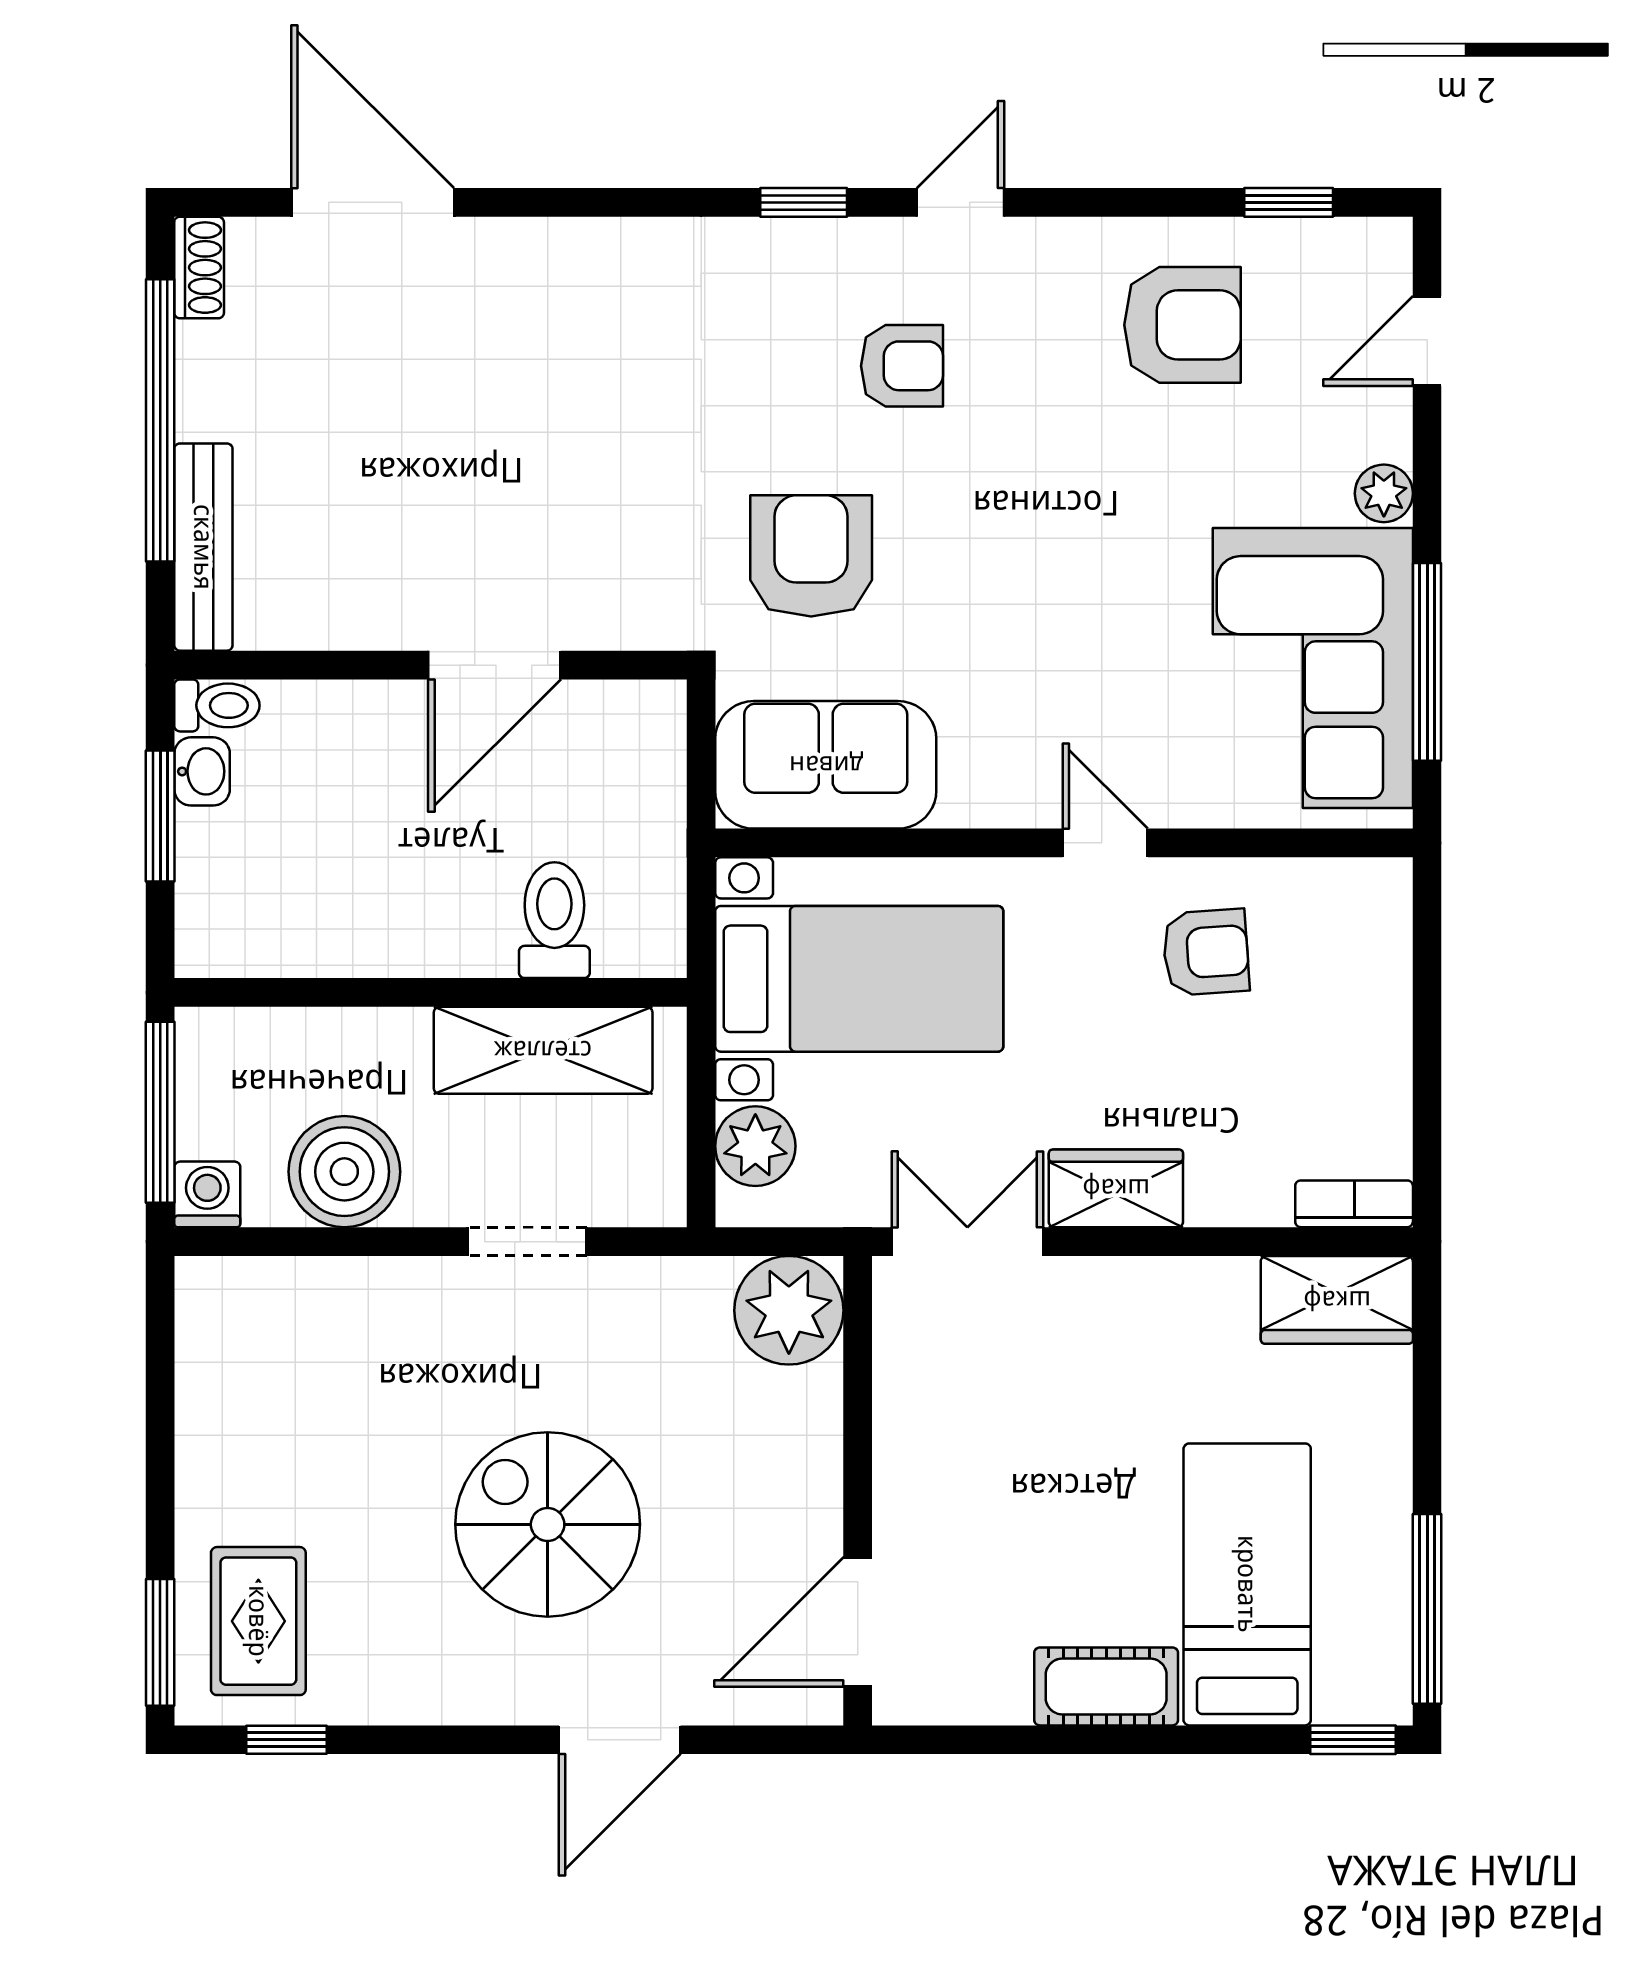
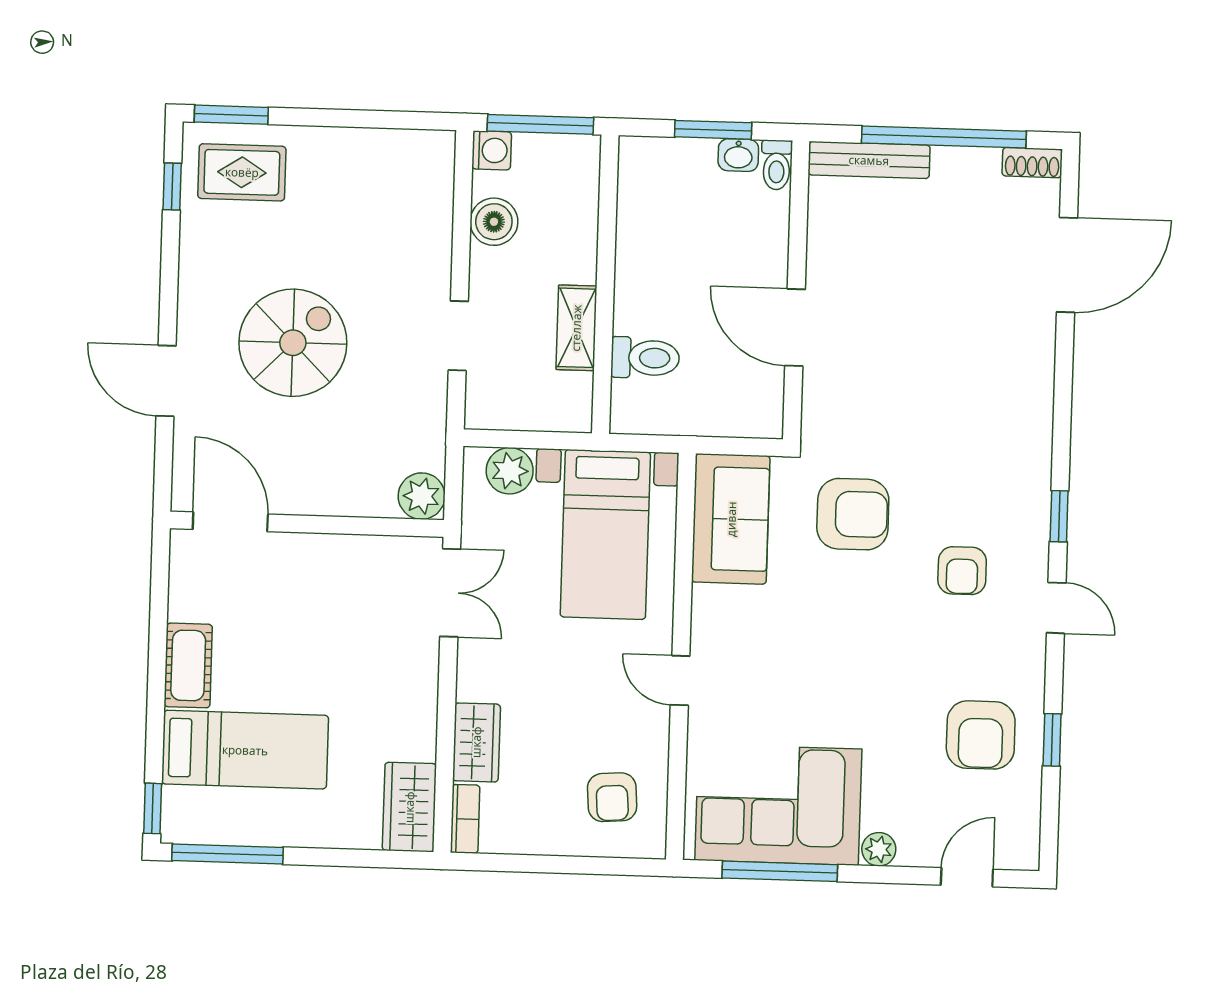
window: (1289, 202) -> (1052, 740), moved
door: (1427, 341) -> (967, 877), hinge flipped
door: (1105, 843) -> (680, 680), swing flipped
armchair: (1206, 952) -> (612, 797), moved
shelving: (543, 1050) -> (576, 328), width x0.67, depth x0.75
boiler: (344, 1172) -> (494, 222), width x0.73, depth x0.73
wardrobe: (1116, 1188) -> (476, 742), moved
plant: (789, 1310) -> (422, 496), width x0.73, depth x0.73

